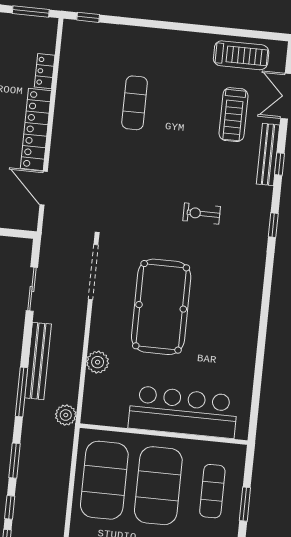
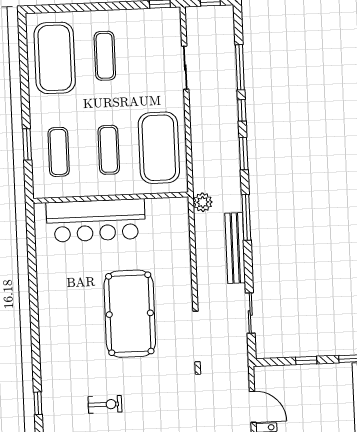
plant: (98, 362) -> (181, 255), removed
exercise mat: (158, 486) -> (109, 150), width x0.50, depth x0.69

